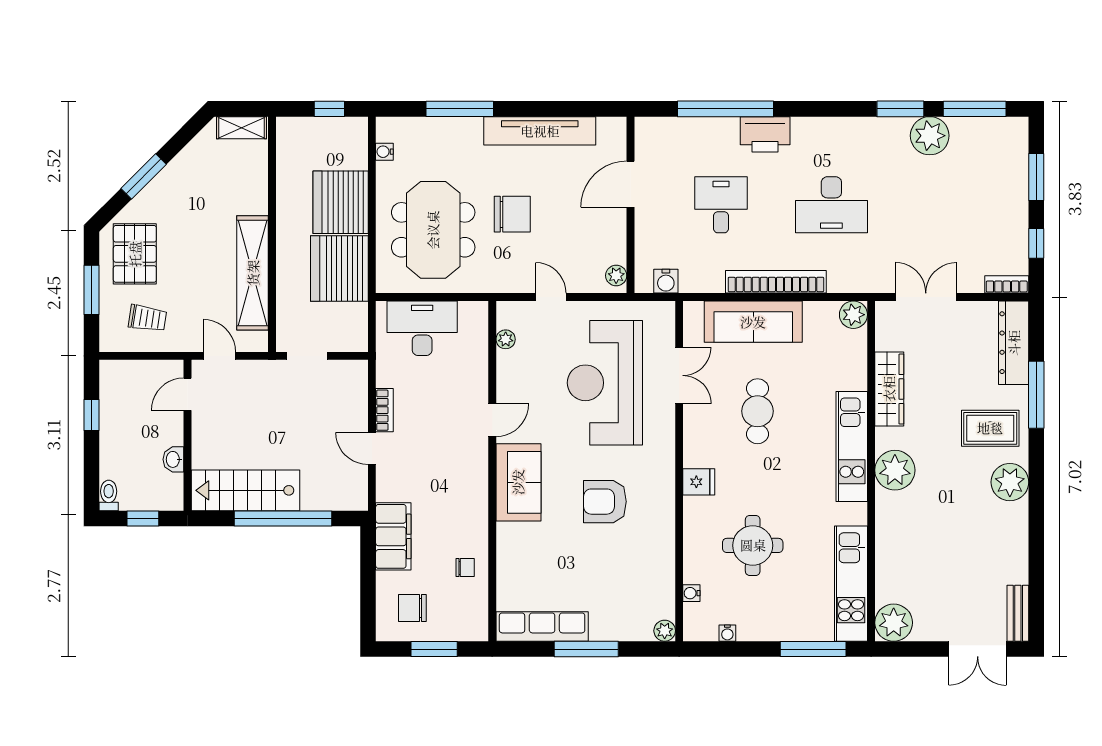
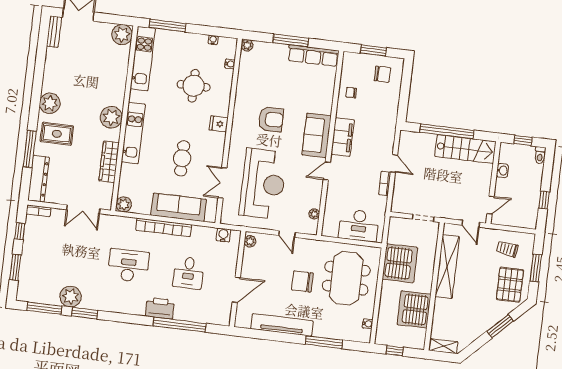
server rack: (341, 202) -> (414, 309), moved, turned 180
filing cabinet: (393, 536) -> (343, 137), moved, turned 180

